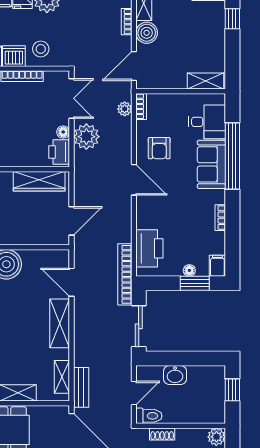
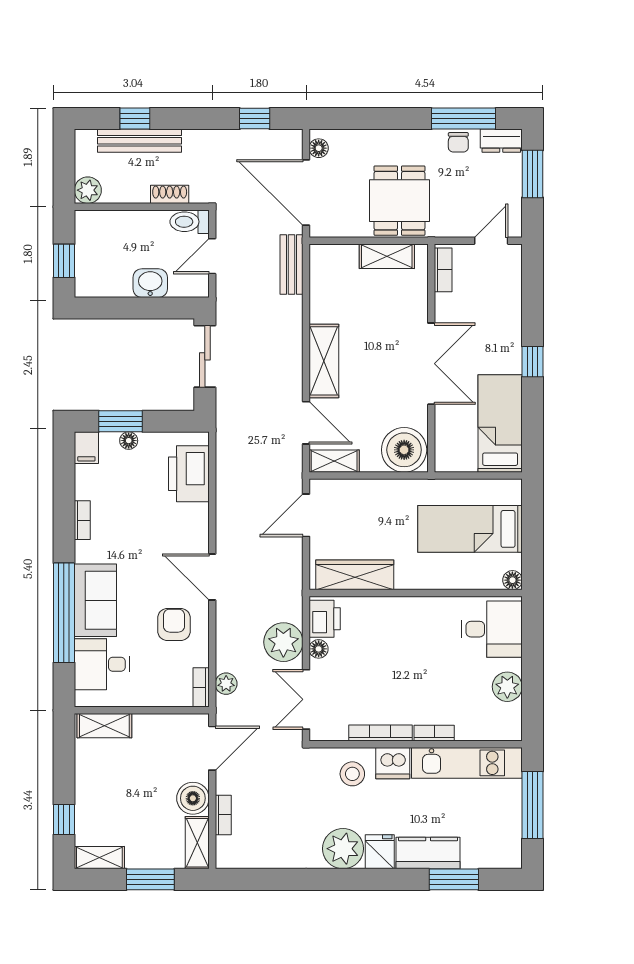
bookcase: (125, 274) -> (226, 435), removed
shelving: (62, 377) -> (334, 461), moved, turned 90

